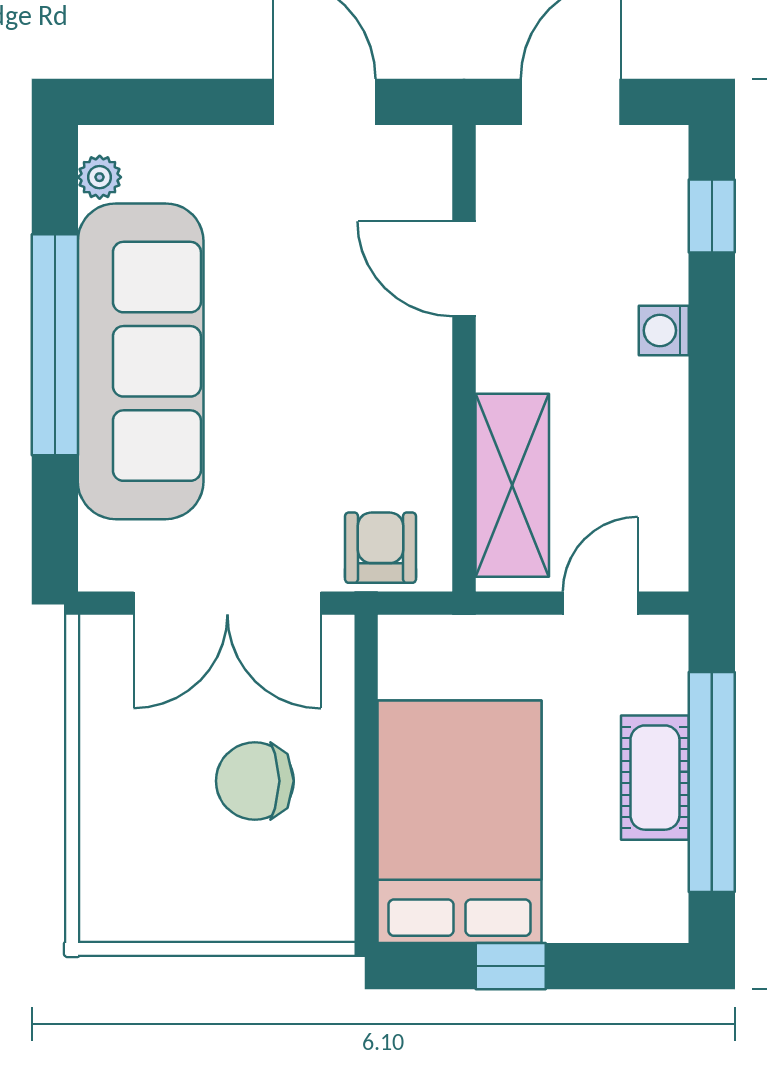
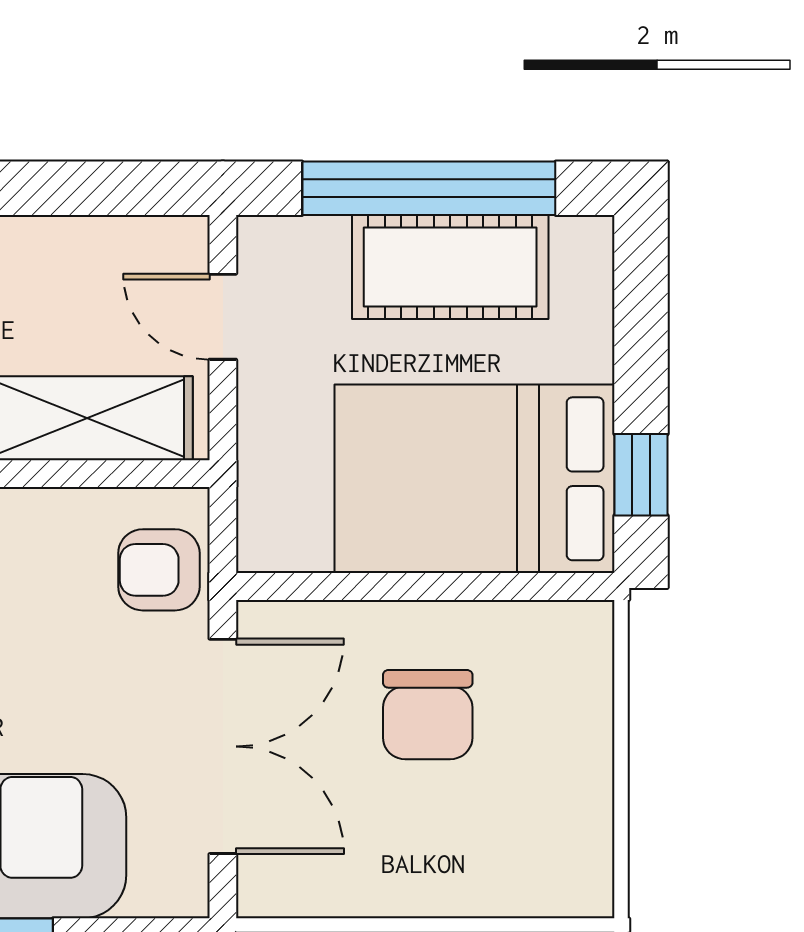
cot: (655, 778) -> (450, 267), width x1.37, depth x1.34
window: (511, 966) -> (641, 475), moved

